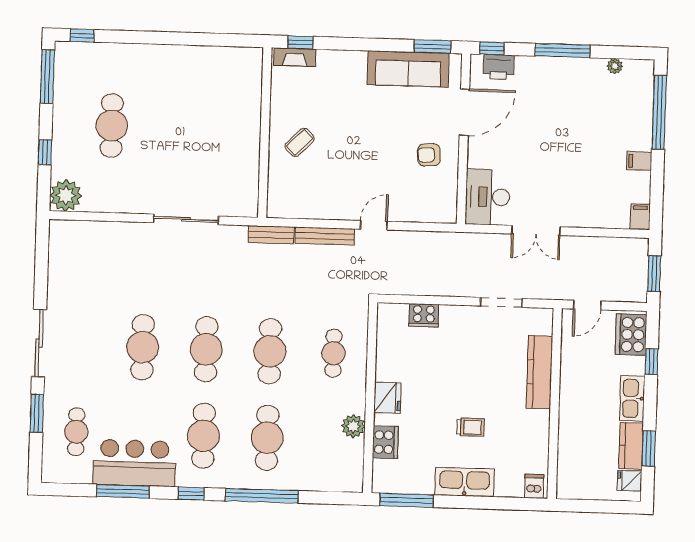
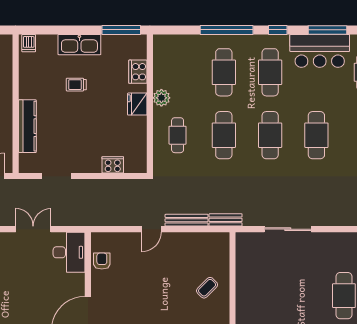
armchair: (429, 155) -> (102, 261), moved, turned -86
plant: (353, 426) -> (161, 98), moved

